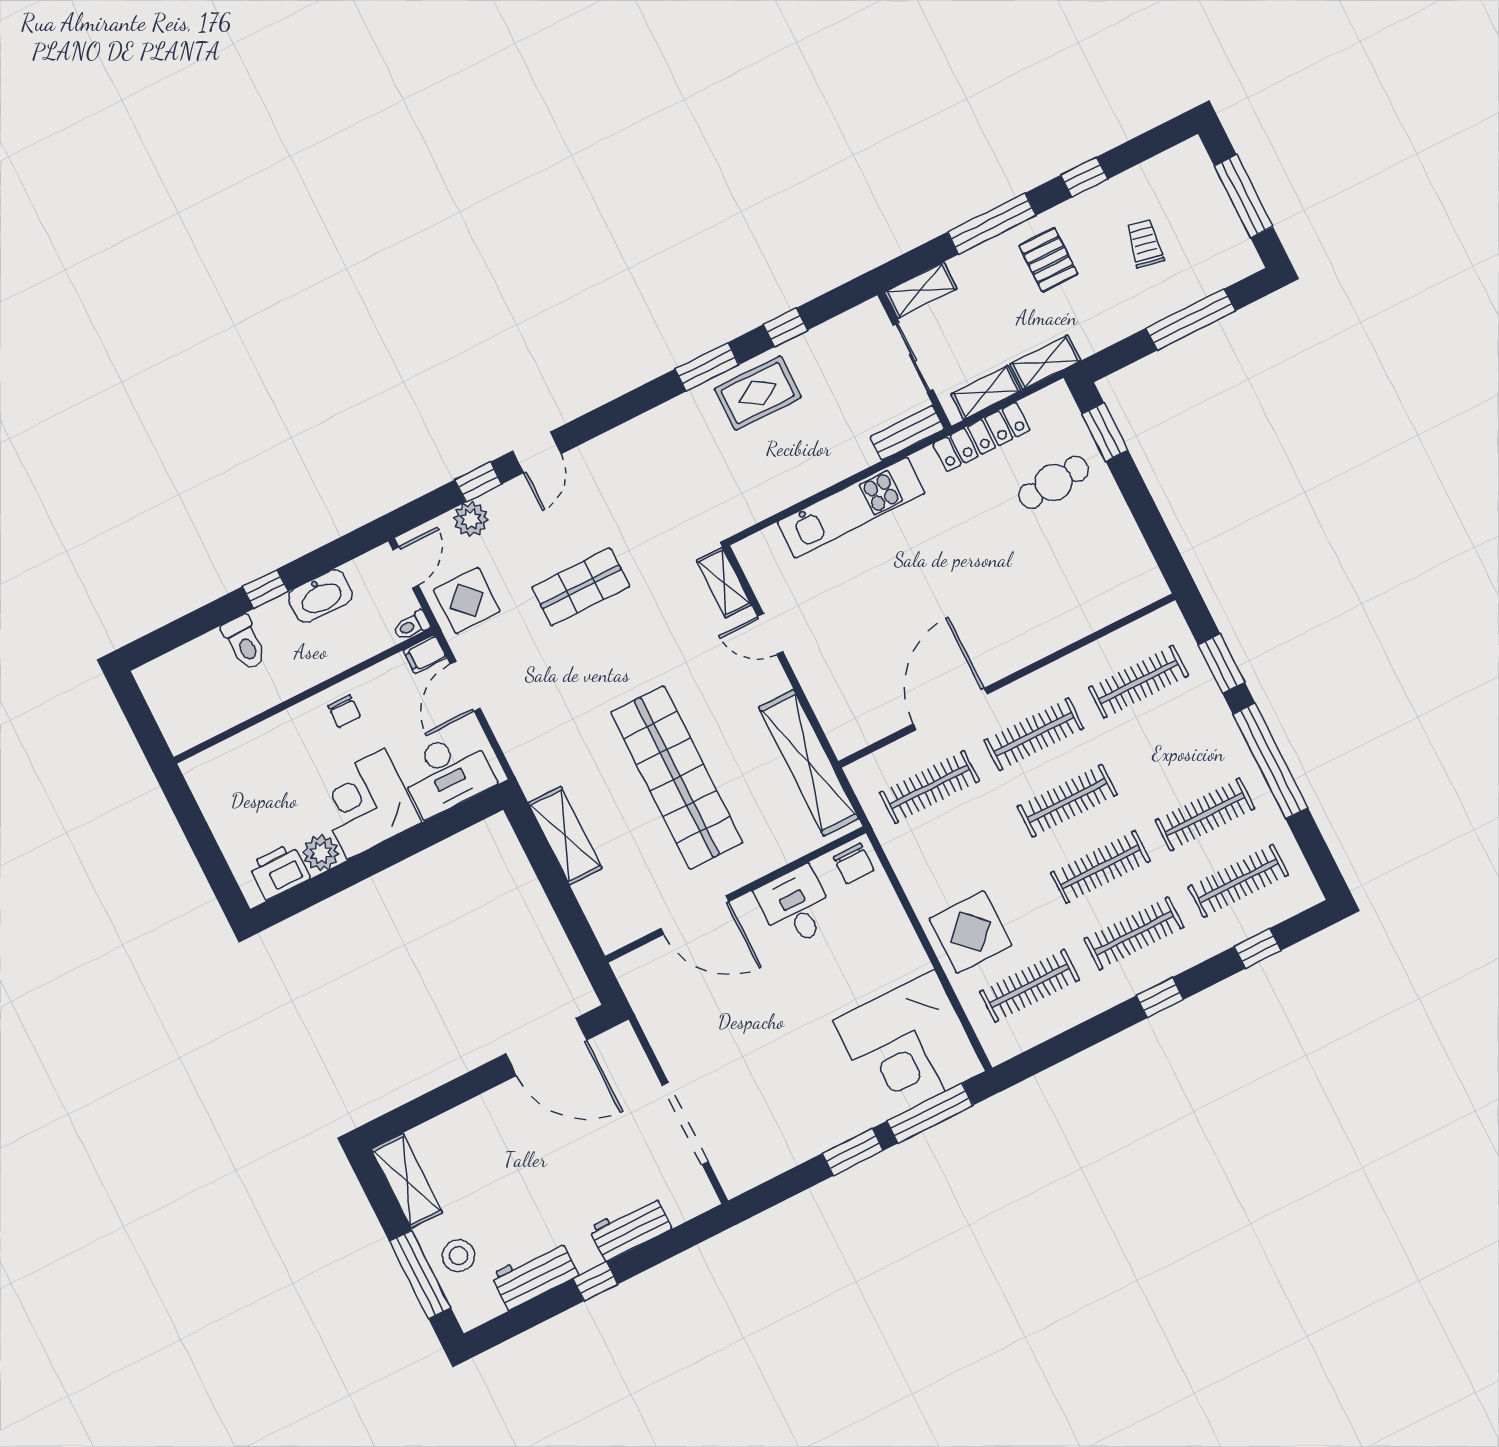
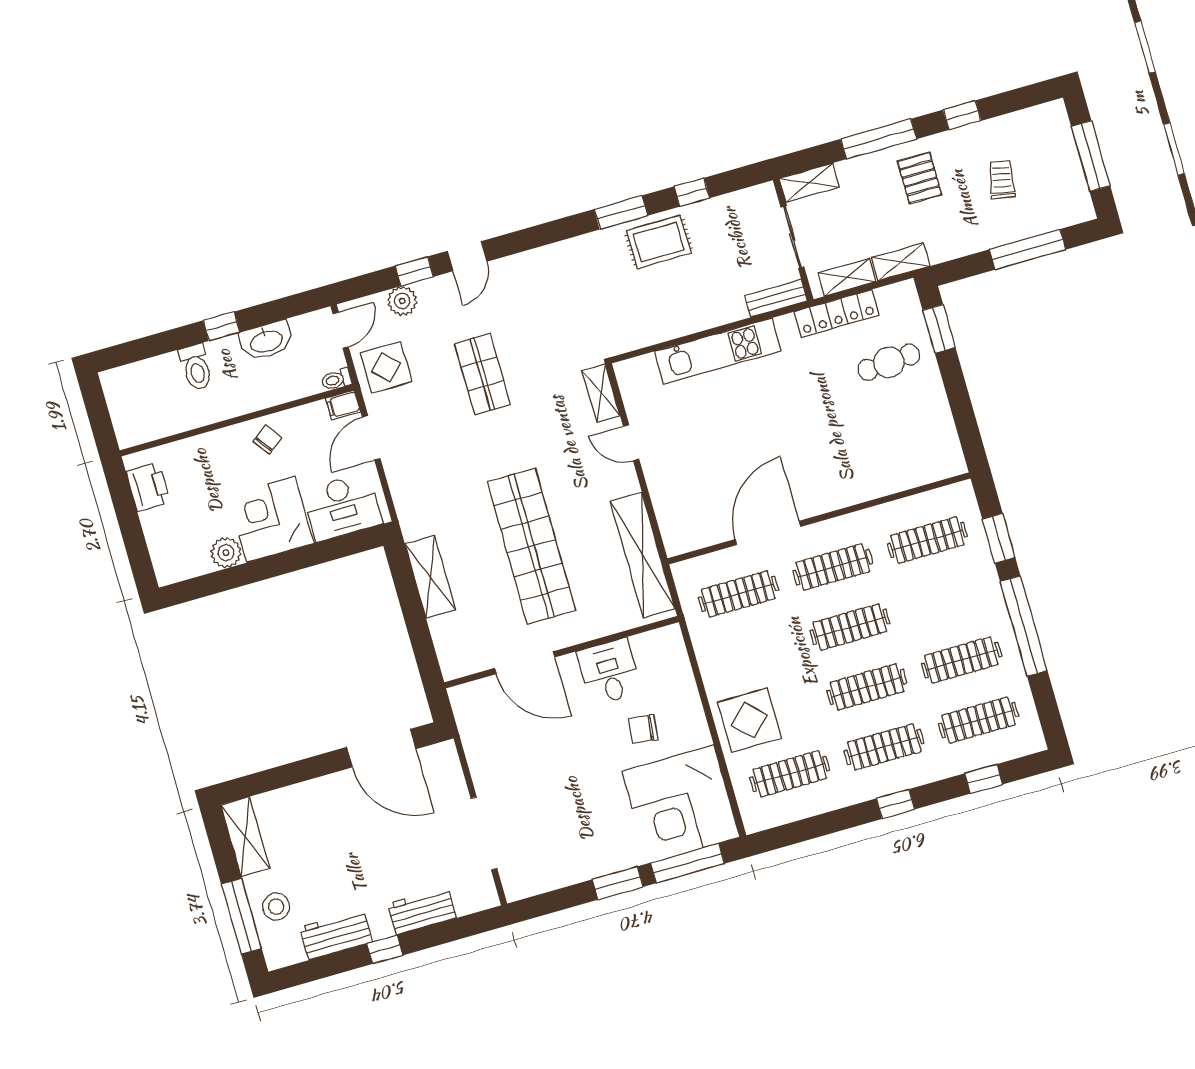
shop shelf: (581, 587) -> (482, 374), turned 90
chair: (344, 711) -> (267, 439), turned -126
chair: (854, 864) -> (643, 729), moved, turned 96
printer: (279, 871) -> (148, 487), moved, turned 90

